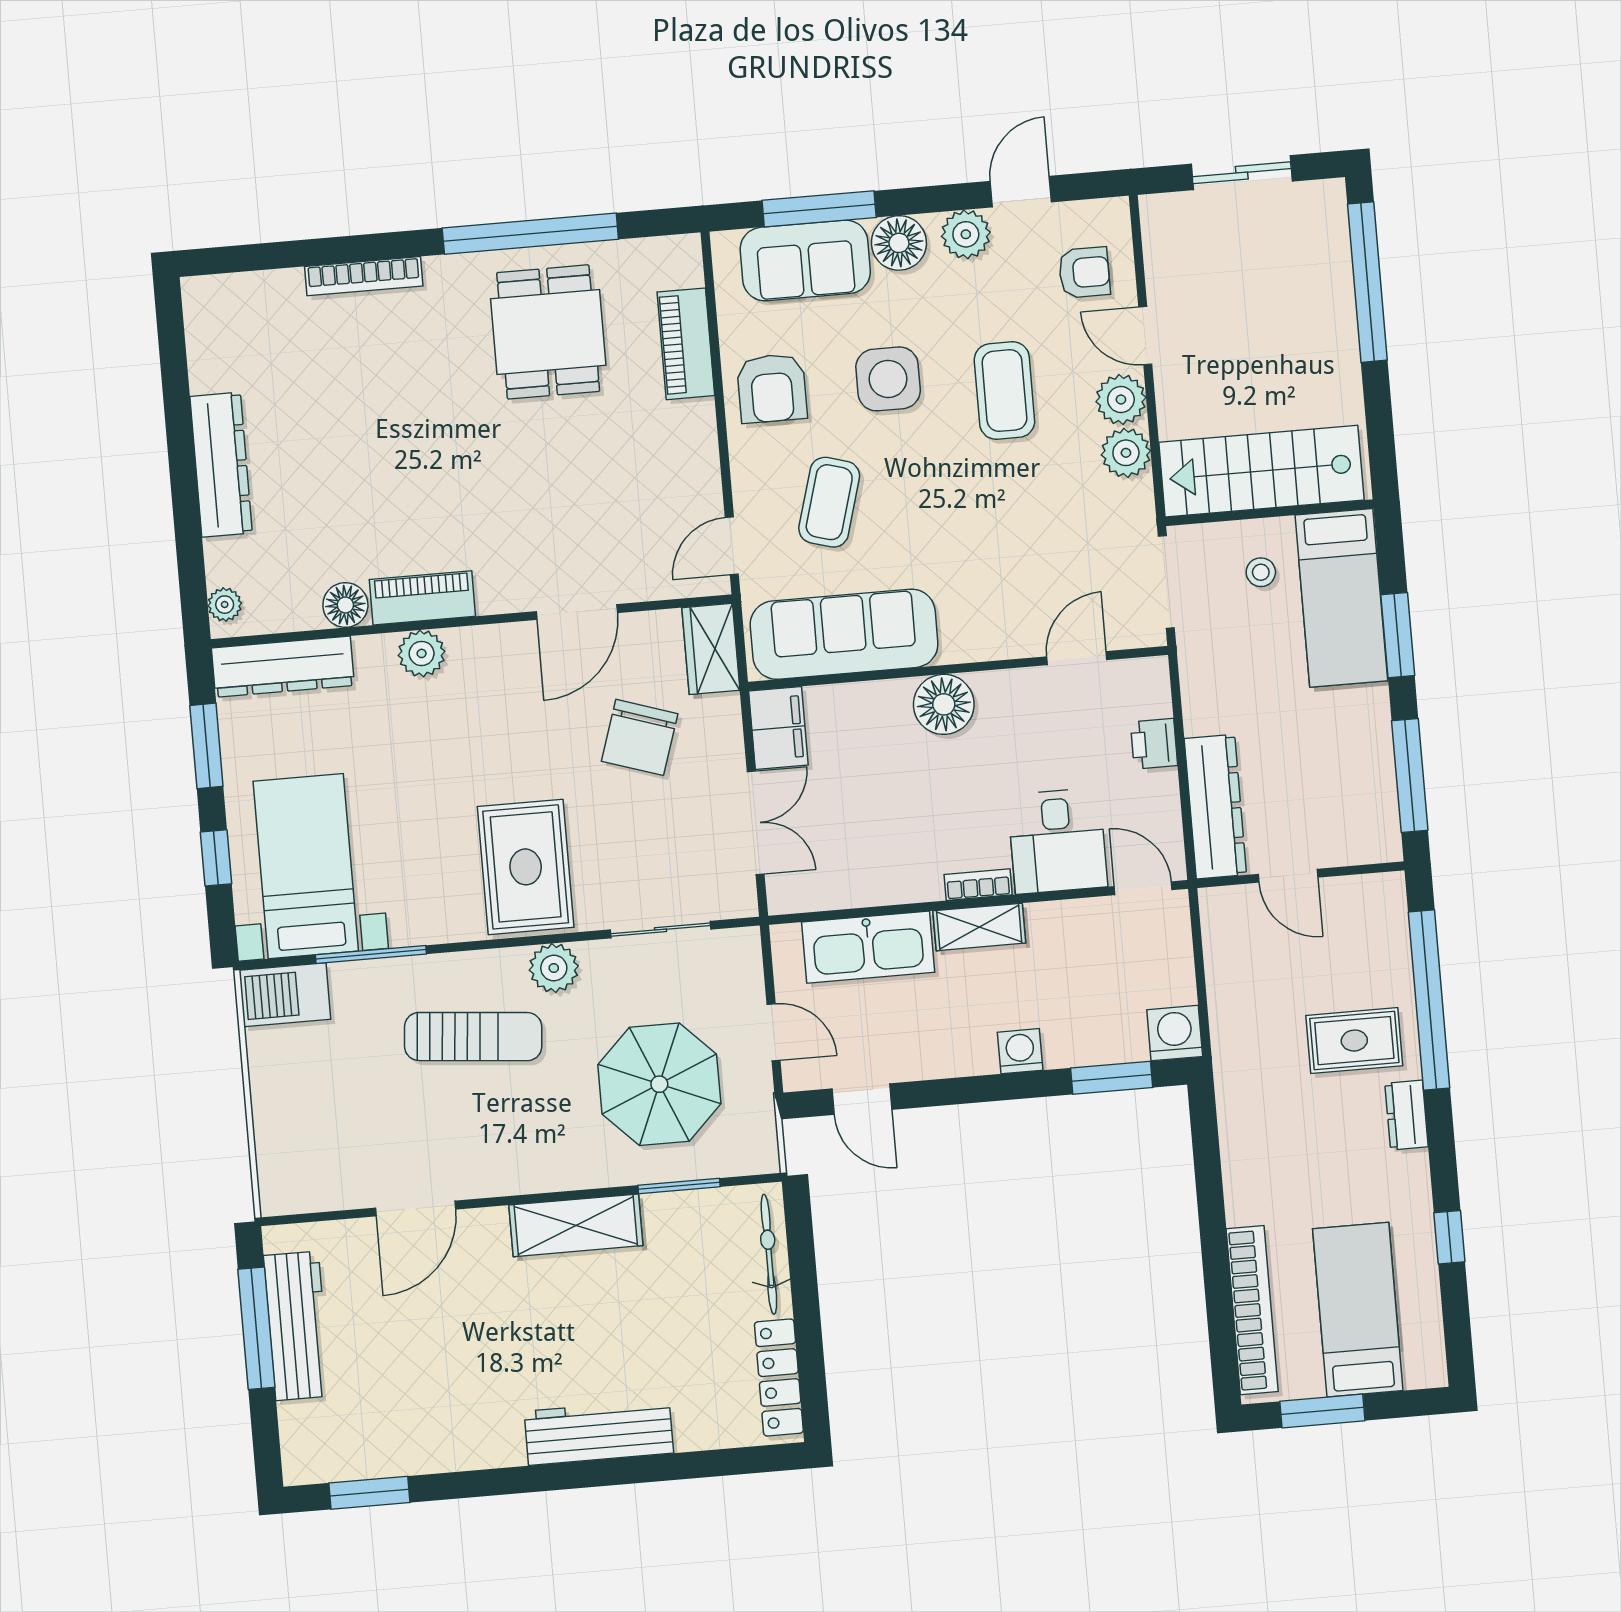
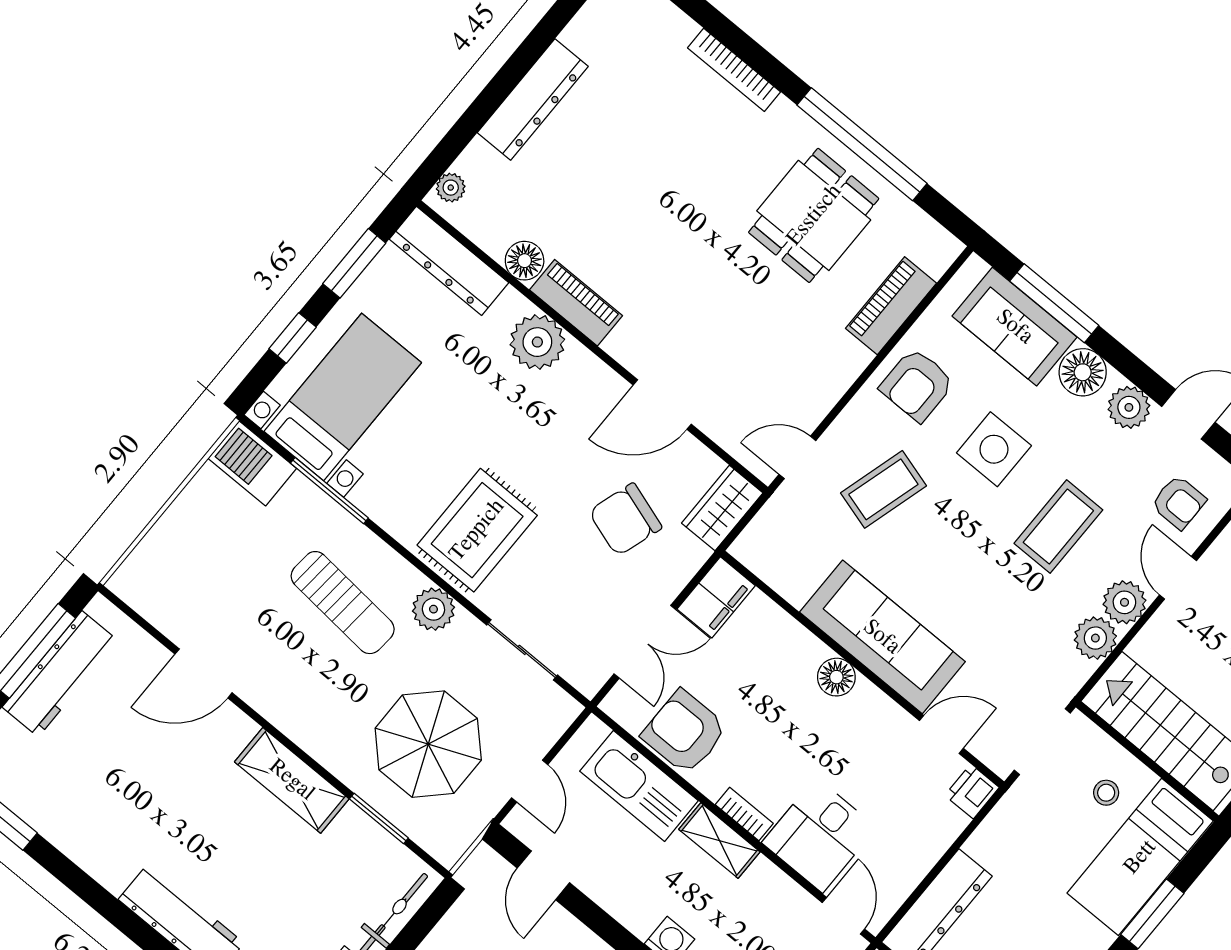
sofa: (844, 634) -> (882, 637), moved
plant: (422, 653) -> (537, 342), width x1.36, depth x1.36
floor lamp: (944, 704) -> (836, 677), width x0.73, depth x0.73
printer: (1154, 744) -> (972, 791), moved
armchair: (862, 865) -> (685, 732), added

